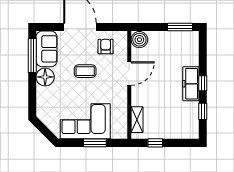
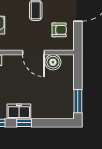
boiler: (139, 40) -> (53, 62), moved
freezer: (191, 84) -> (19, 111), width x0.71

